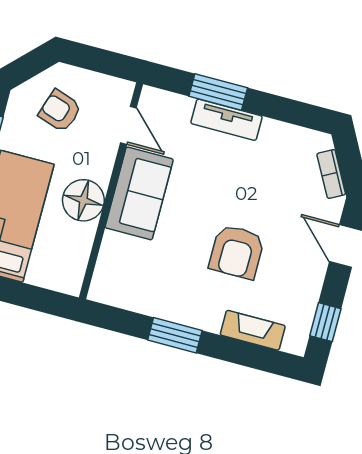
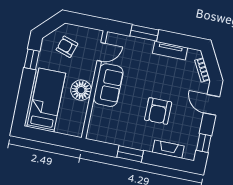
tv unit: (226, 120) -> (170, 51), moved
door: (128, 125) -> (101, 52), hinge flipped

